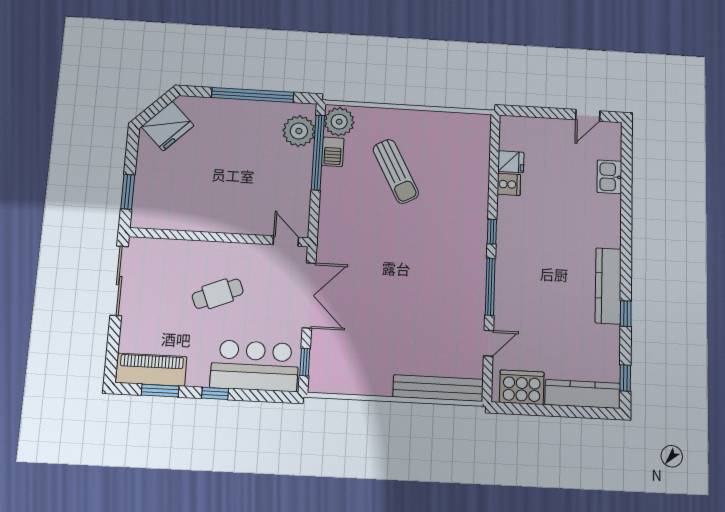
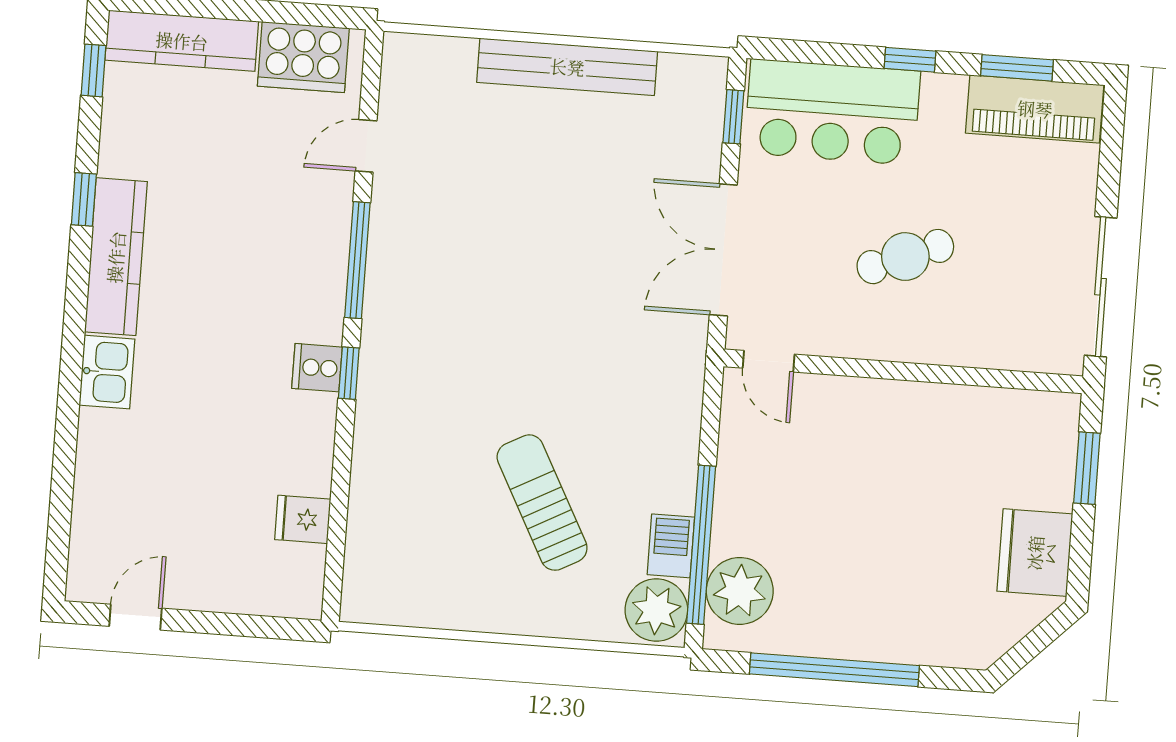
fridge: (168, 126) -> (1035, 553), moved, turned -45
kitchen sink: (609, 177) -> (107, 372), moved
cooker: (509, 184) -> (317, 368), moved
bench: (438, 388) -> (567, 67), moved

